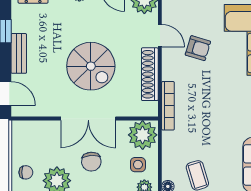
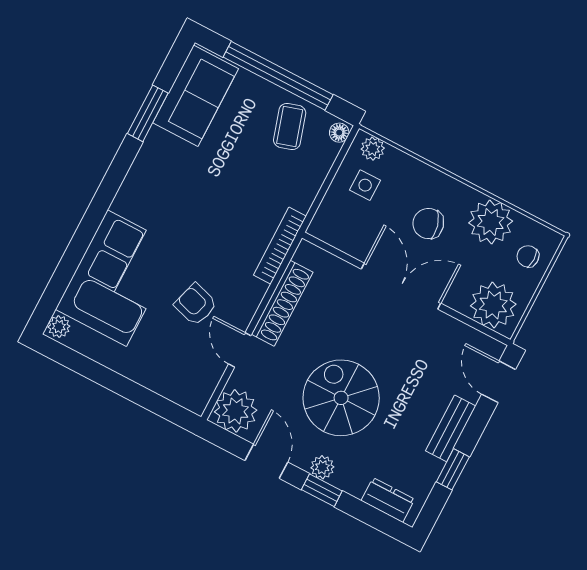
spiral stairs: (91, 66) -> (341, 398), moved
plant: (143, 135) -> (493, 305), moved
chair: (91, 162) -> (428, 223), turned -101

